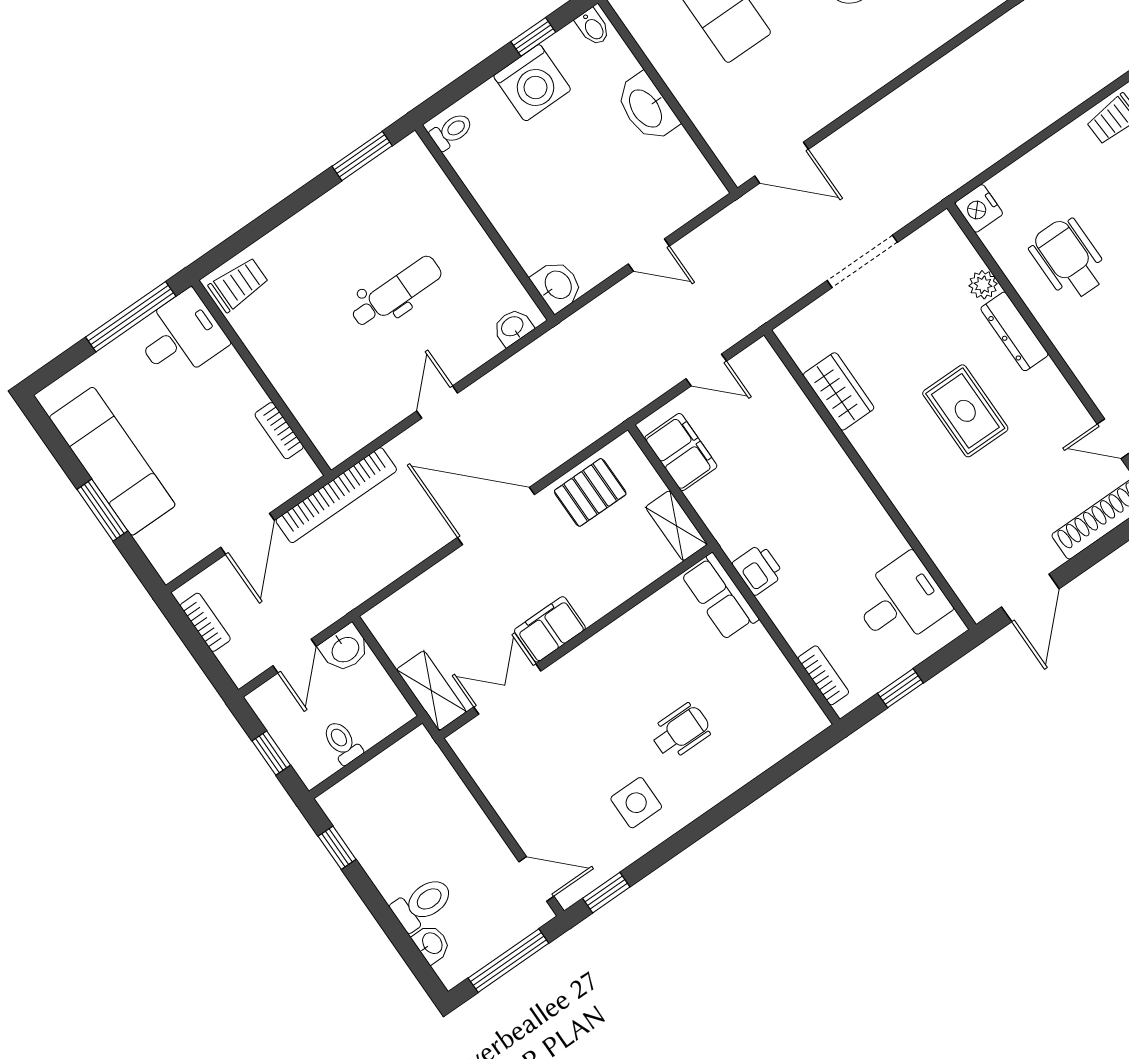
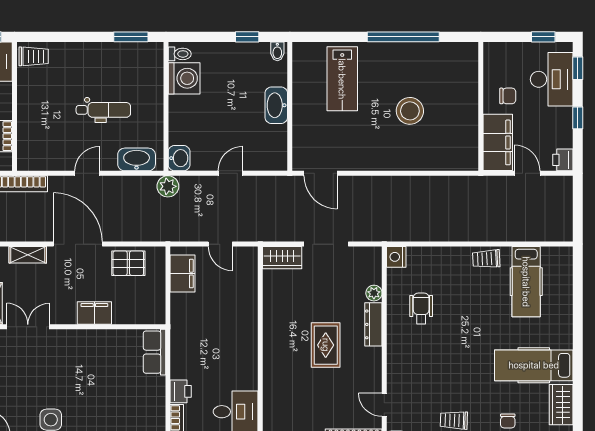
washing machine: (532, 83) -> (184, 78), moved, turned -90
door: (649, 255) -> (231, 173), swing flipped
wheelchair: (1069, 259) -> (421, 308), width x0.73, depth x0.73
washbasin: (513, 327) -> (137, 159), width x1.91, depth x1.45
plant: (570, 339) -> (168, 186), added
wardrobe: (839, 391) -> (282, 258), moved, turned 90
shelving: (676, 526) -> (28, 255), moved, turned 90
printer: (758, 569) -> (181, 391), moved
filing cabinet: (550, 629) -> (94, 313), moved
wheelchair: (681, 731) -> (94, 401), removed

